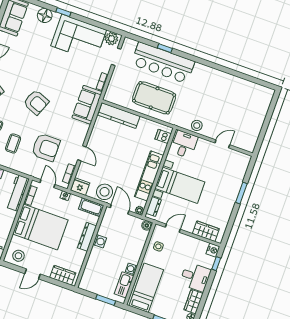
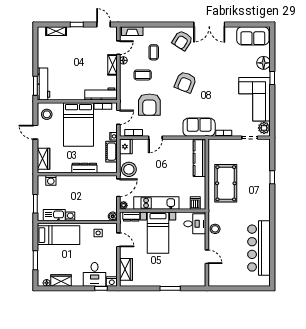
bar counter: (163, 63) -> (259, 248), moved
cot: (91, 207) -> (111, 152), moved
washing machine: (100, 241) -> (51, 180), moved
desk: (195, 277) -> (95, 274), moved

